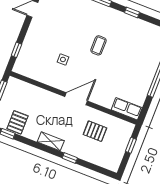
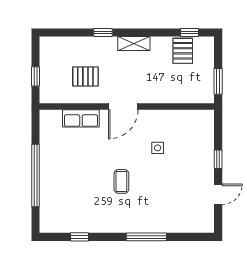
window: (132, 12) -> (80, 237), moved
window: (16, 50) -> (218, 159), moved
row of seats: (127, 109) -> (81, 118), moved

